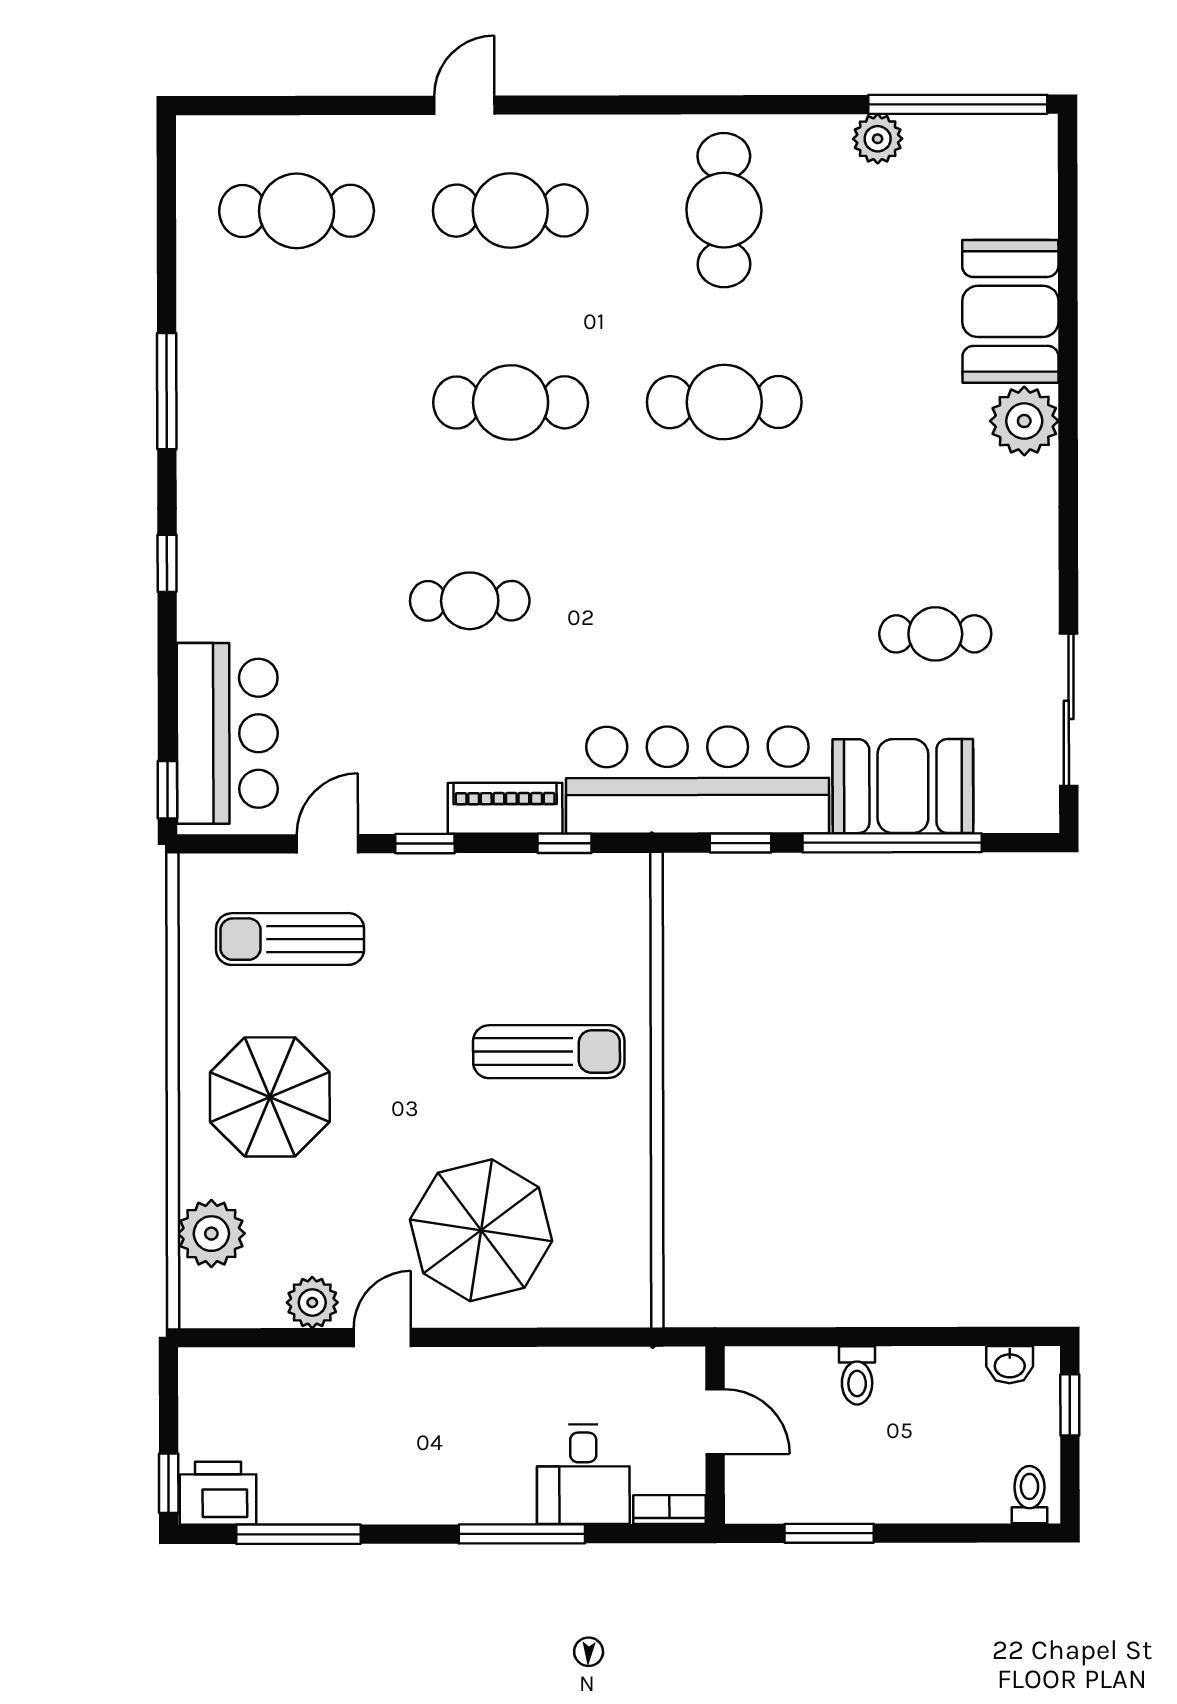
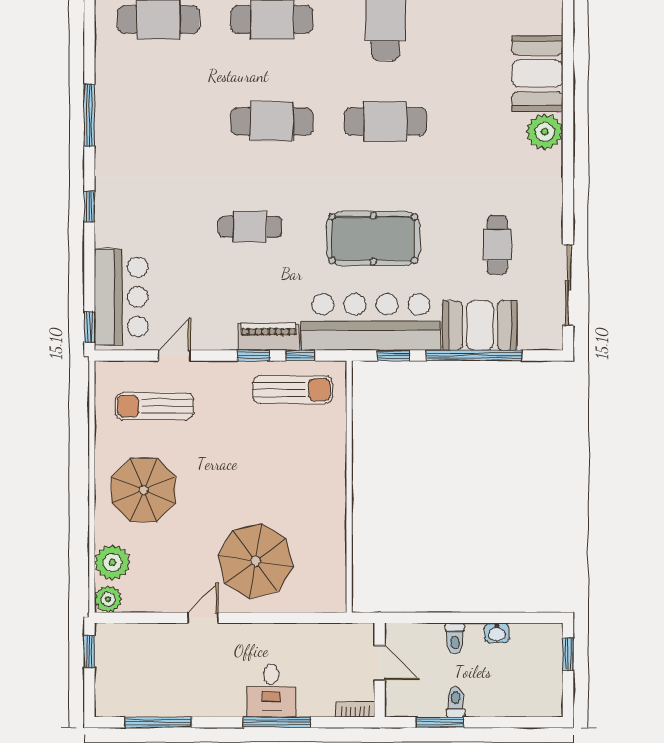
pool table: (702, 623) -> (373, 239), added
cafe table: (935, 634) -> (497, 245), turned 90
window: (425, 844) -> (253, 356), moved
sun lounger: (549, 1052) -> (293, 390), moved
plant: (312, 1302) -> (108, 599), moved
washbasin: (1010, 1365) -> (497, 633), moved
desk: (583, 1474) -> (271, 691), moved
window: (169, 1483) -> (89, 652), moved
printer: (218, 1493) -> (116, 700), removed
toilet: (1029, 1495) -> (456, 702), moved

